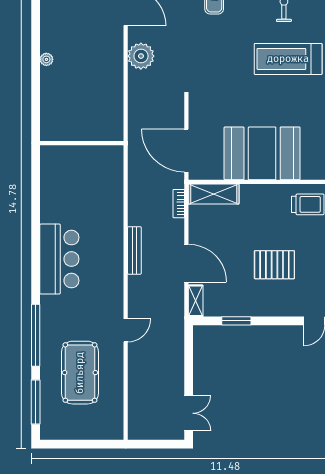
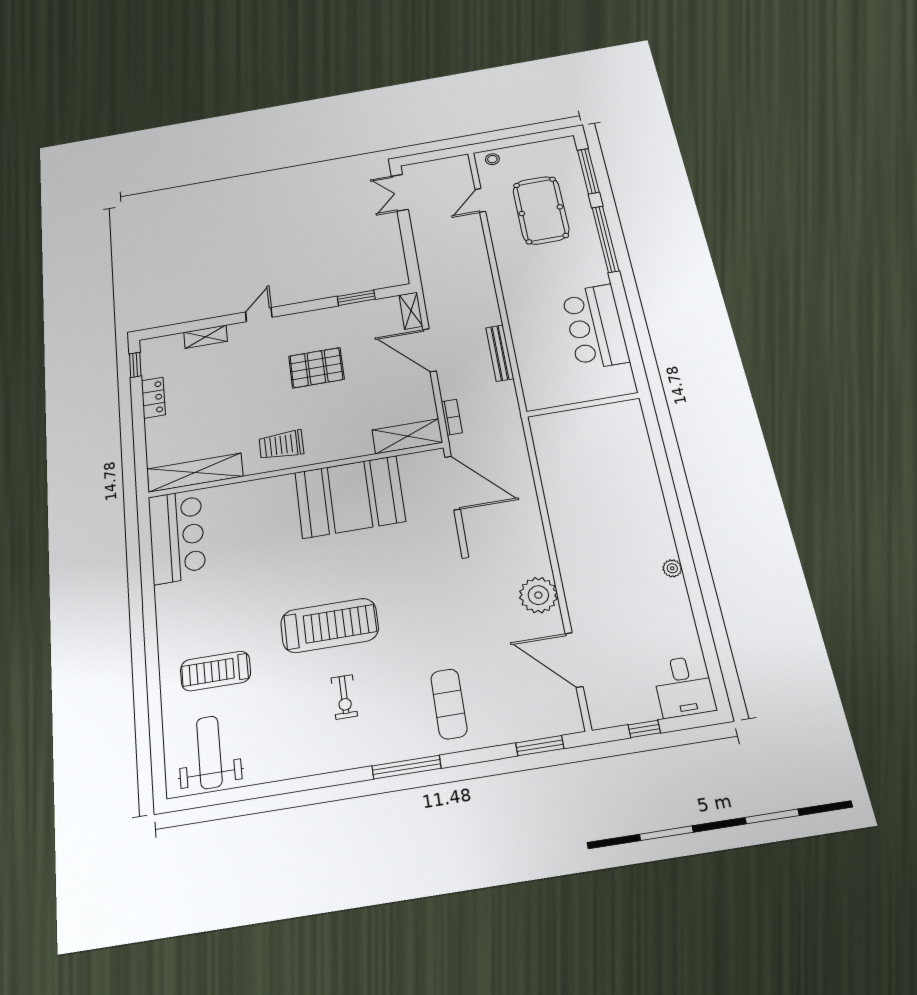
wall: (82, 143) -> (583, 405), moved
door: (126, 330) -> (480, 200), moved
stool: (109, 430) -> (492, 159), added

